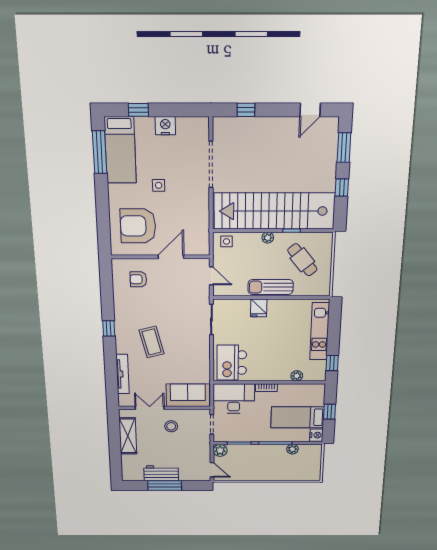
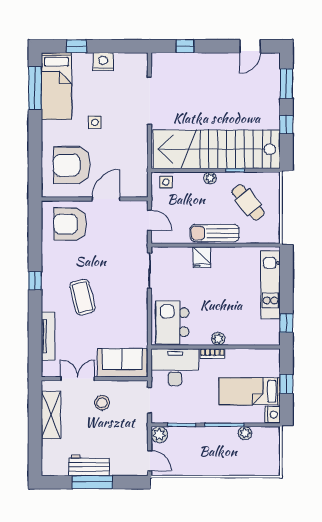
armchair: (138, 279) -> (70, 224), width x1.88, depth x1.88
plant: (297, 376) -> (218, 339), moved

